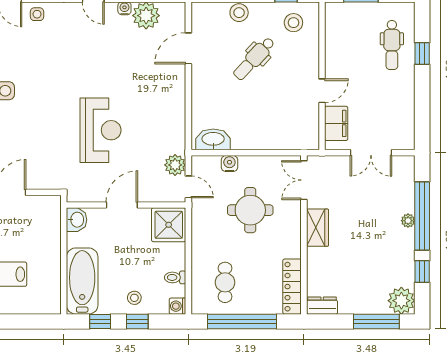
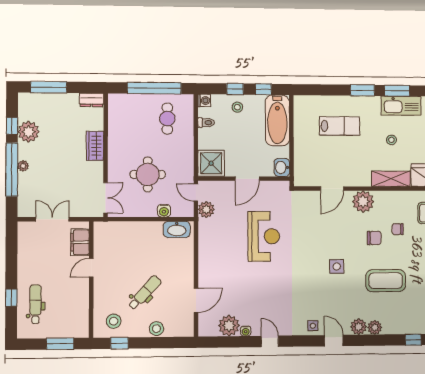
reception desk: (101, 130) -> (264, 236), turned 180
wardrobe: (317, 228) -> (95, 146), moved
locker: (292, 287) -> (115, 115), removed
plant: (401, 301) -> (29, 132), moved

